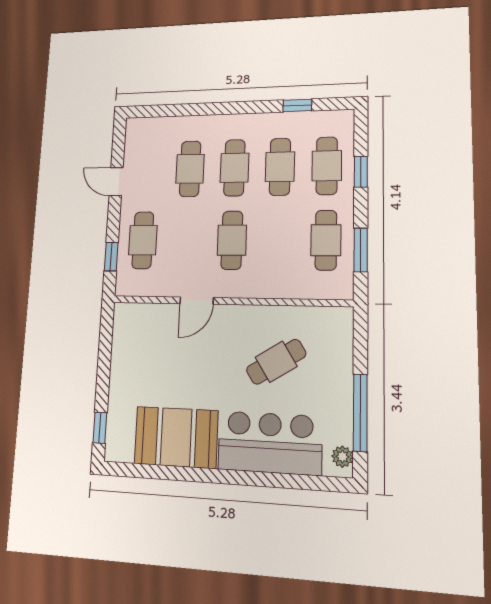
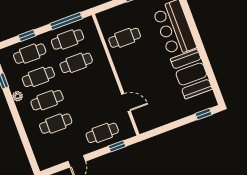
plant: (261, 121) -> (18, 96), added
cafe table: (232, 240) -> (76, 63), moved
window: (361, 250) -> (66, 21), width x1.44
door: (197, 301) -> (126, 102), moved
cafe table: (276, 362) -> (125, 38), moved, turned -58

